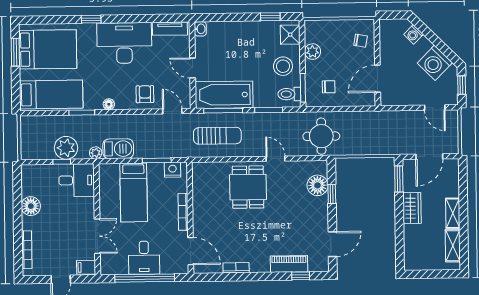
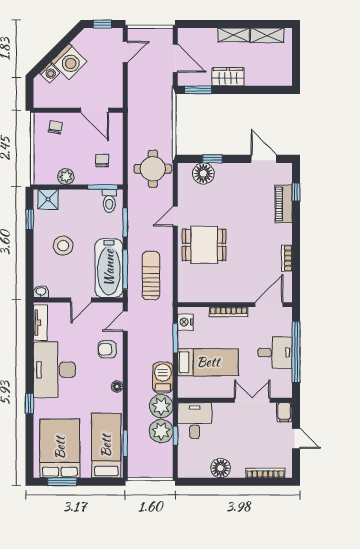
washing machine: (435, 63) -> (69, 62), moved
stool: (283, 66) -> (63, 246), moved
window: (82, 113) -> (125, 443), moved
plant: (96, 153) -> (161, 406), width x1.87, depth x1.87

